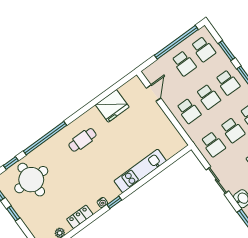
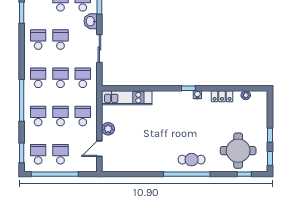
window: (227, 51) -> (22, 153), moved
fridge: (112, 106) -> (137, 162), removed
plant: (159, 116) -> (108, 129), added
window: (45, 138) -> (187, 174), moved
cafe table: (82, 140) -> (192, 160), moved
kitchen unit: (140, 171) -> (127, 98), moved

